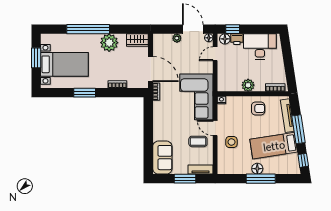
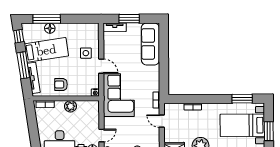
door: (151, 69) -> (162, 121), width x0.53
window: (85, 93) -> (242, 99), moved
coffee table: (198, 141) -> (117, 54), removed
sofa: (162, 158) -> (150, 44), width x1.36
floor lamp: (257, 169) -> (50, 28), moved
window: (261, 179) -> (47, 19), moved

